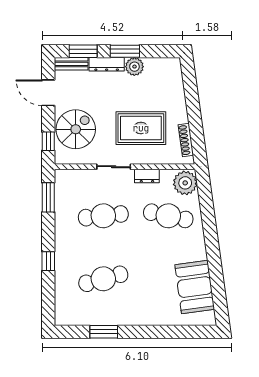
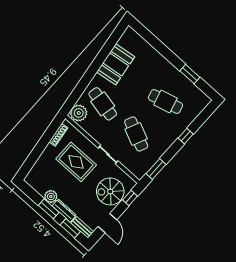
dresser: (147, 176) -> (95, 134), removed
cafe table: (103, 216) -> (136, 134), turned 30
booth: (195, 287) -> (116, 64), moved

